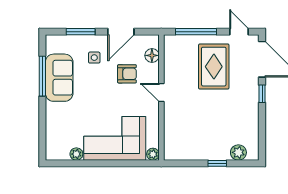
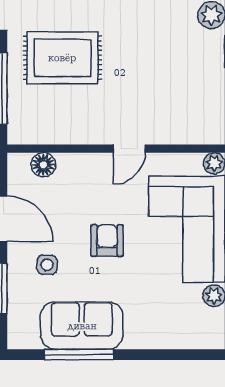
armchair: (127, 74) -> (107, 241), moved
door: (161, 93) -> (129, 149), moved

